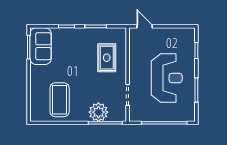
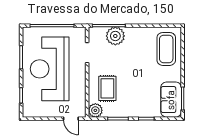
plant: (119, 35) -> (95, 110), added
reception desk: (167, 78) -> (50, 69), width x1.36, depth x1.30
coffee table: (60, 100) -> (166, 49), moved

